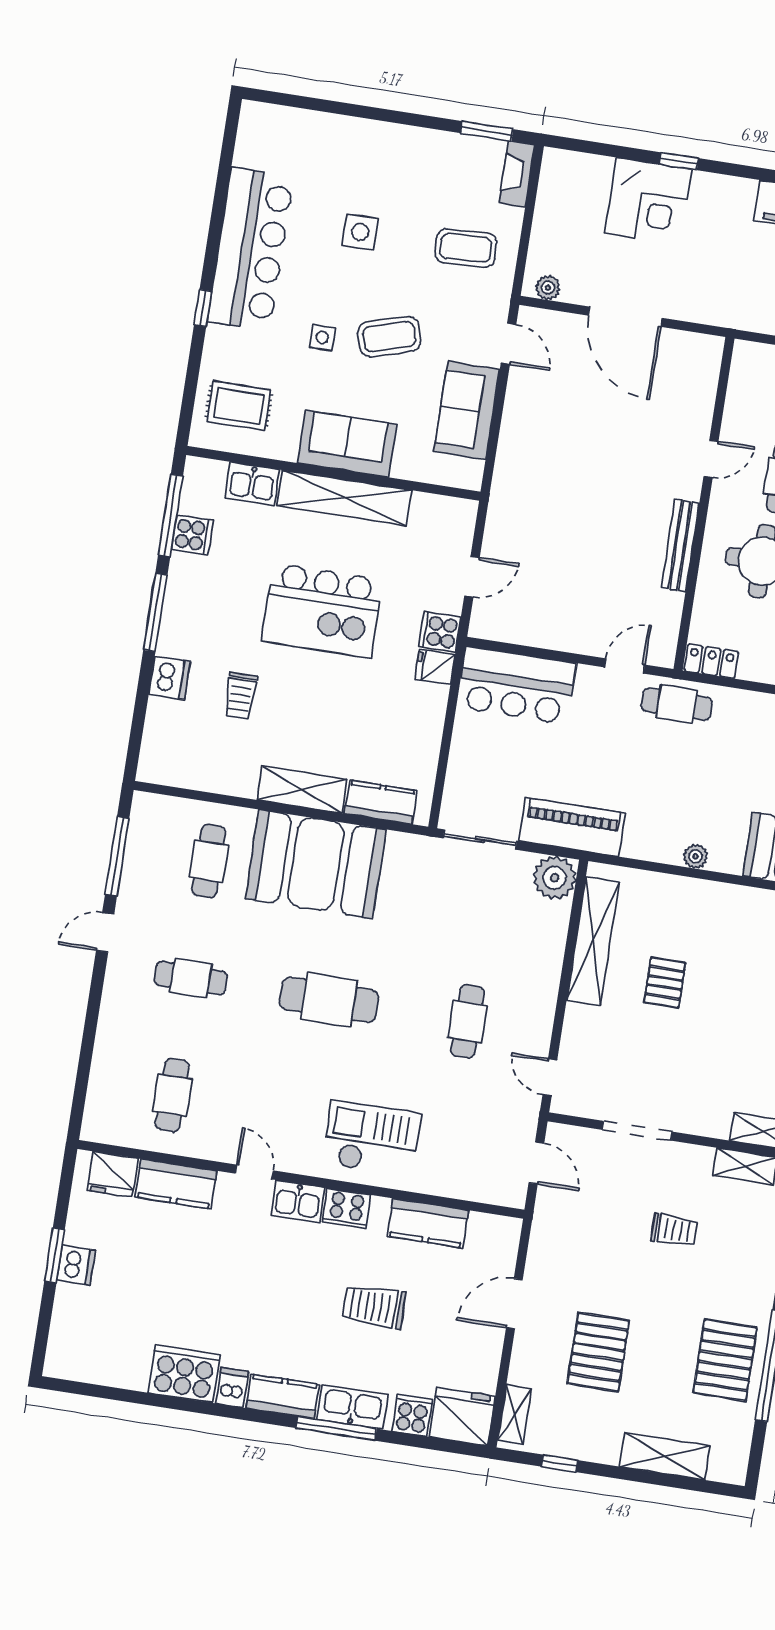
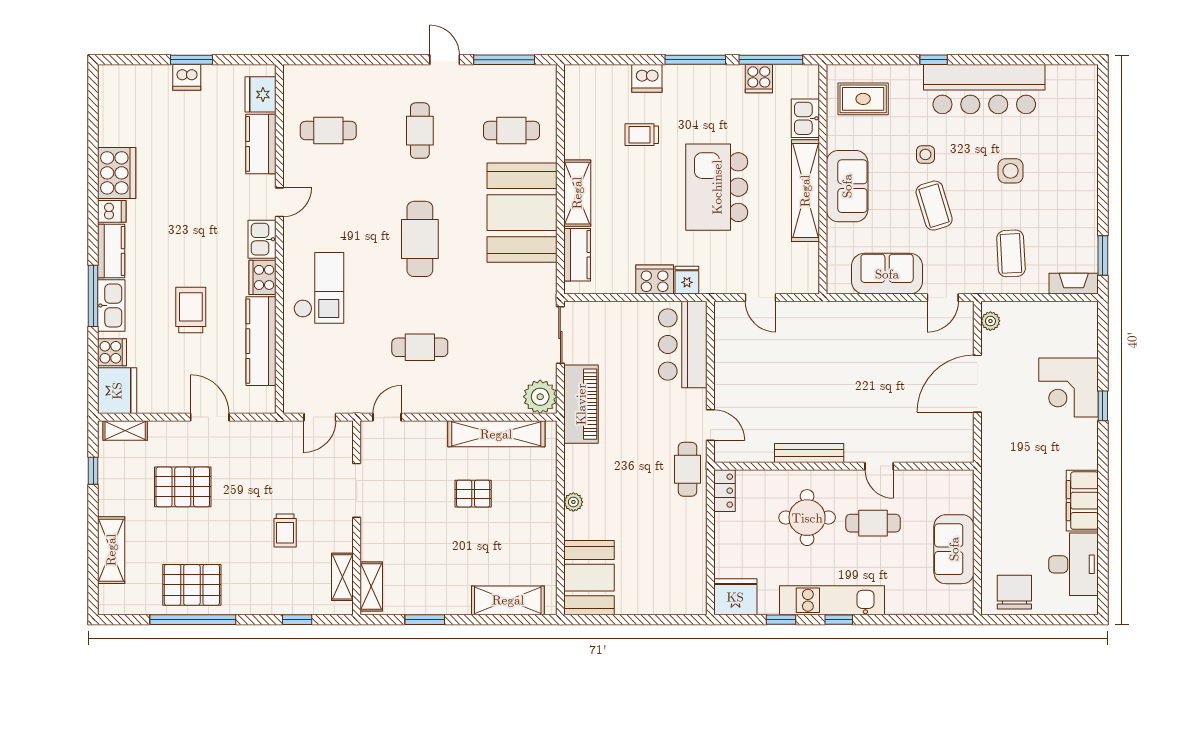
rug: (239, 406) -> (863, 99), turned 90
cooker: (440, 632) -> (655, 280), moved, width x1.36
kitchen counter: (428, 1223) -> (261, 341), width x1.50

